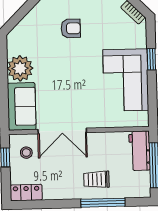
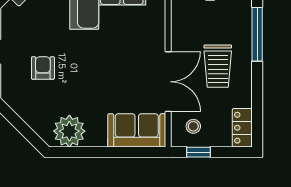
plant: (20, 68) -> (69, 131), moved
trolley: (96, 179) -> (218, 66), moved, width x1.36, depth x1.39

